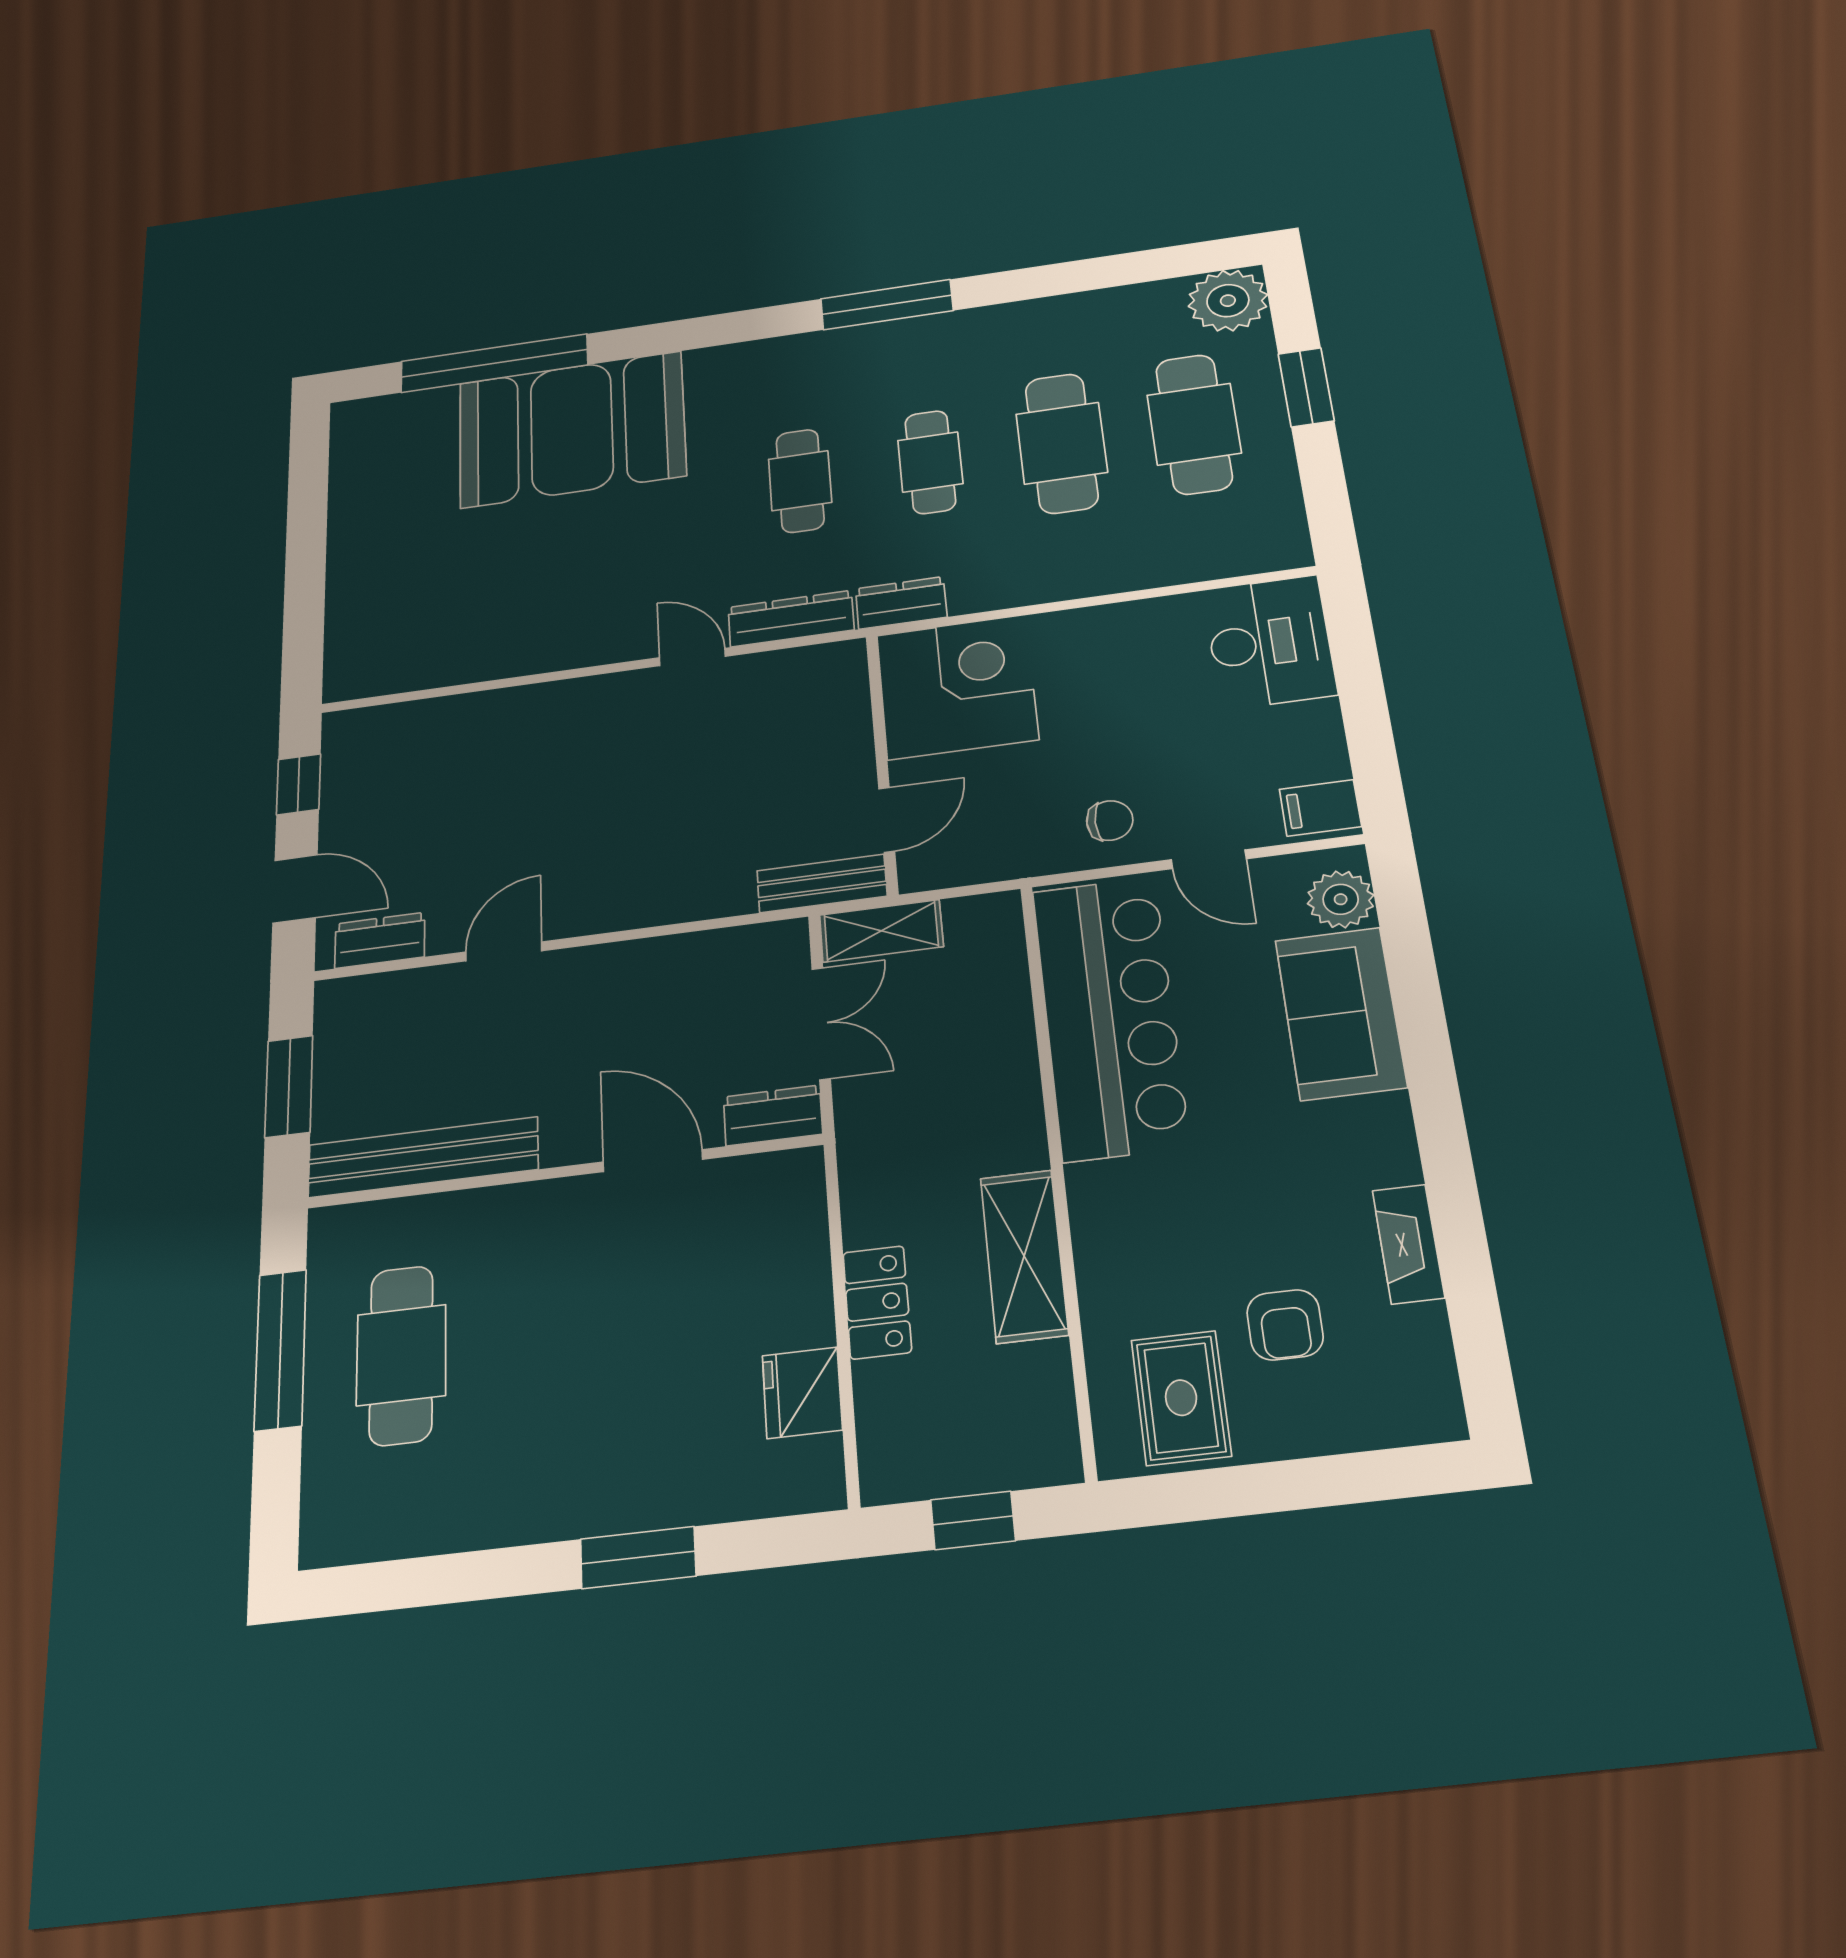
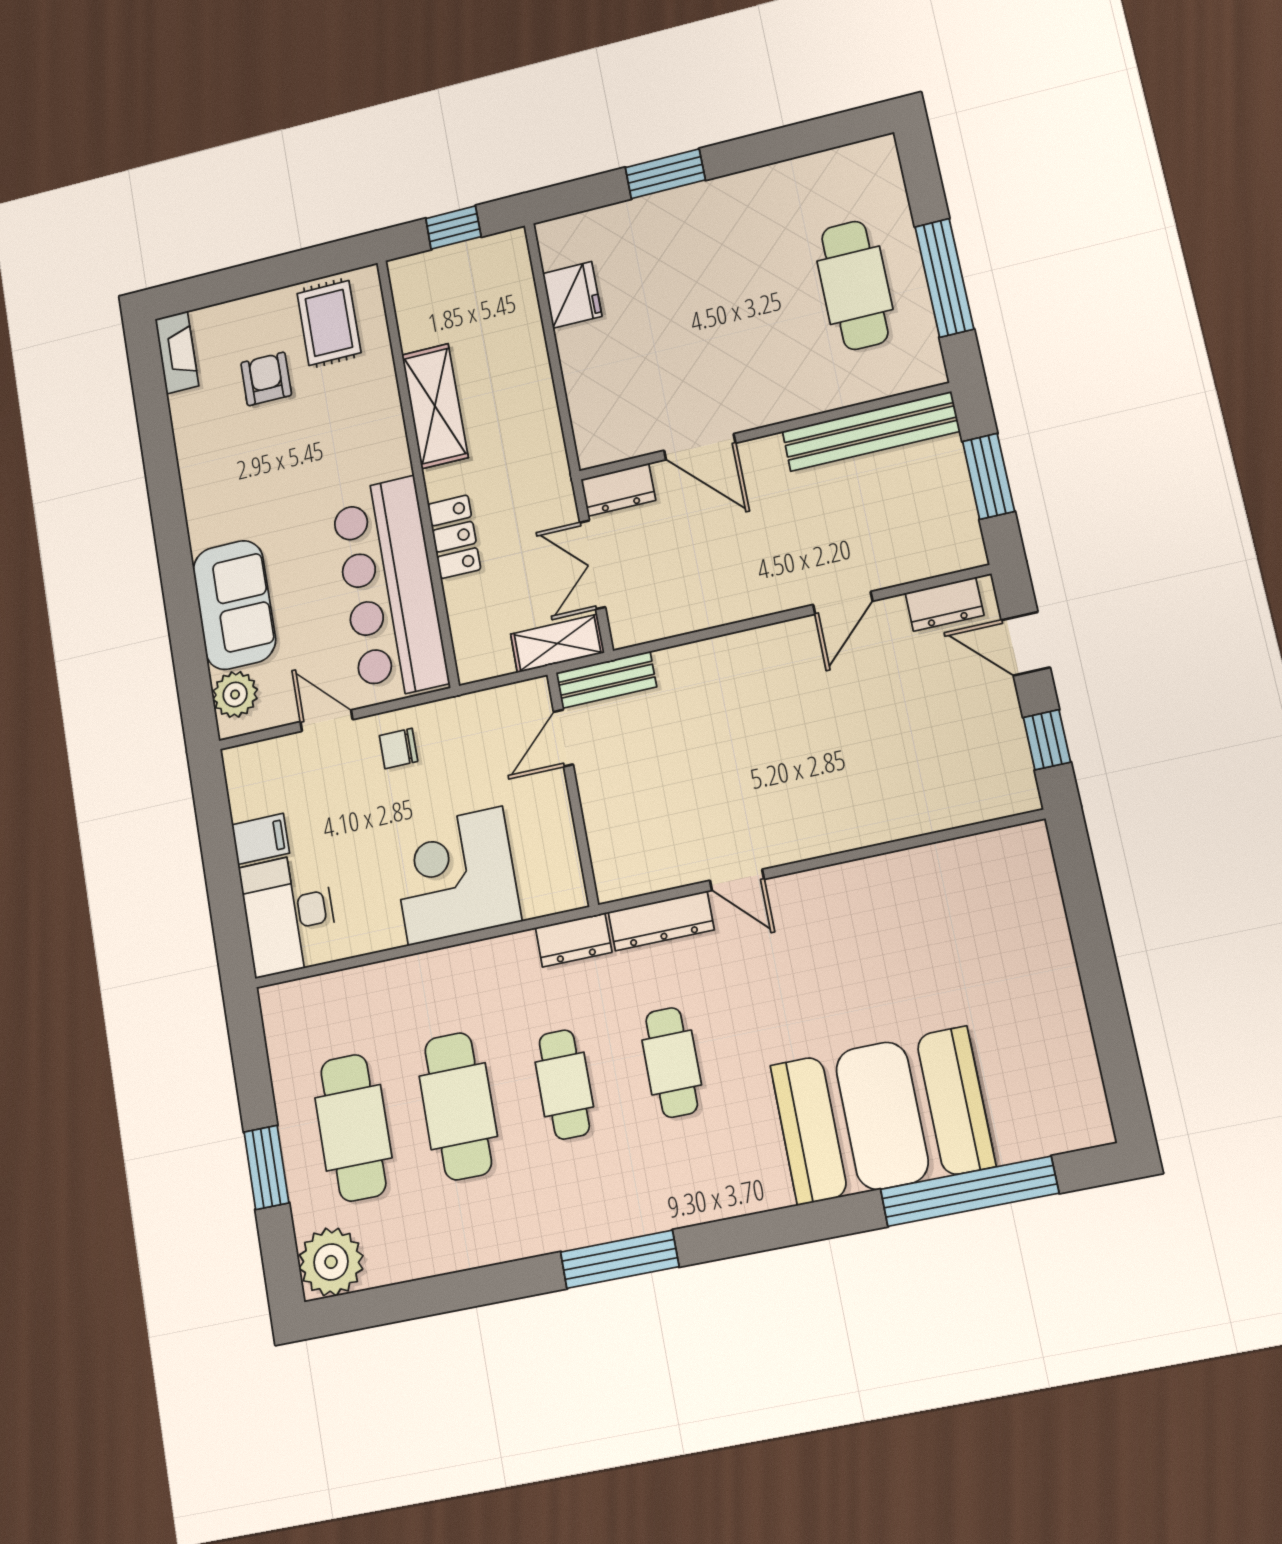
corner desk: (957, 687) -> (455, 876), moved, turned 90
filing cabinet: (1320, 808) -> (261, 839), moved
fireplace: (1408, 1244) -> (177, 352), moved
locker: (877, 1302) -> (454, 537), moved, turned 180

